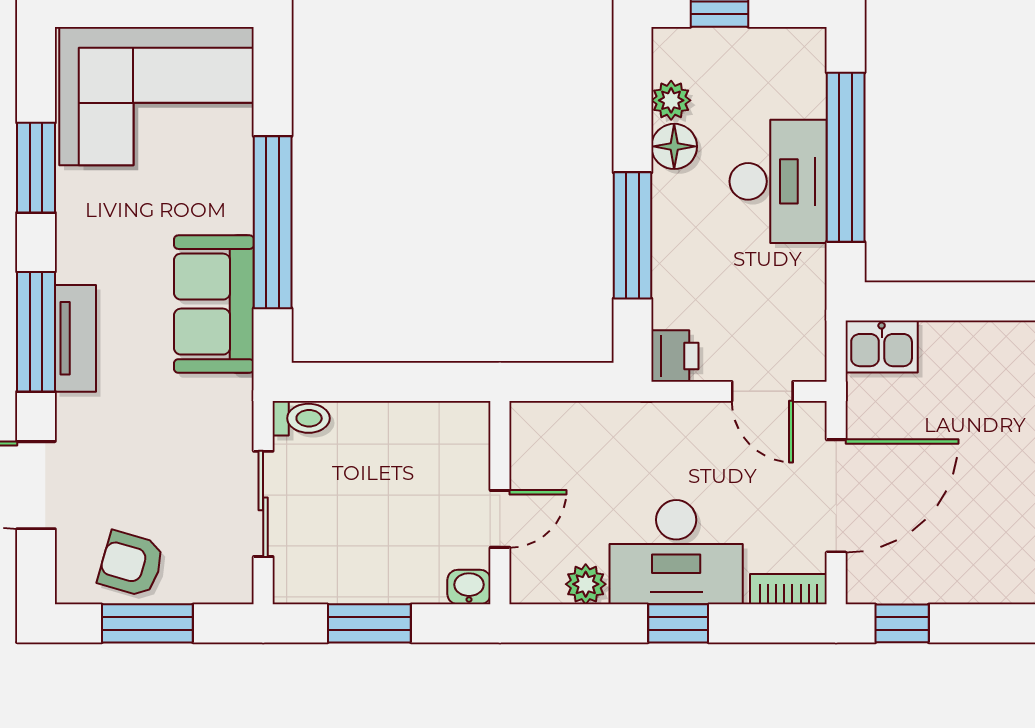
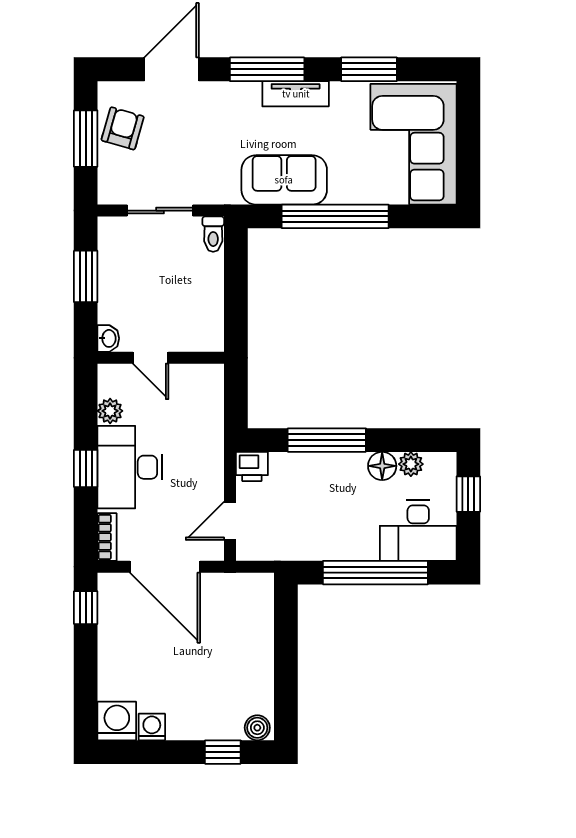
desk: (778, 181) -> (418, 531), moved
tv unit: (75, 338) -> (296, 94), moved
kitchen sink: (882, 346) -> (258, 595), removed

